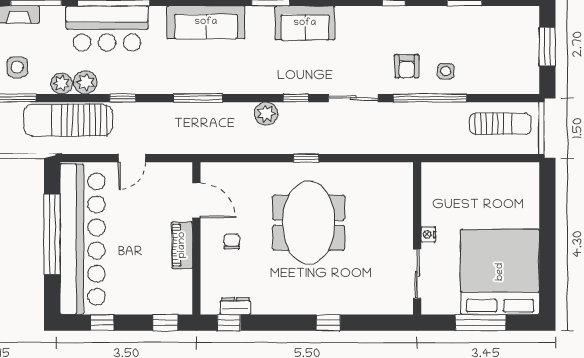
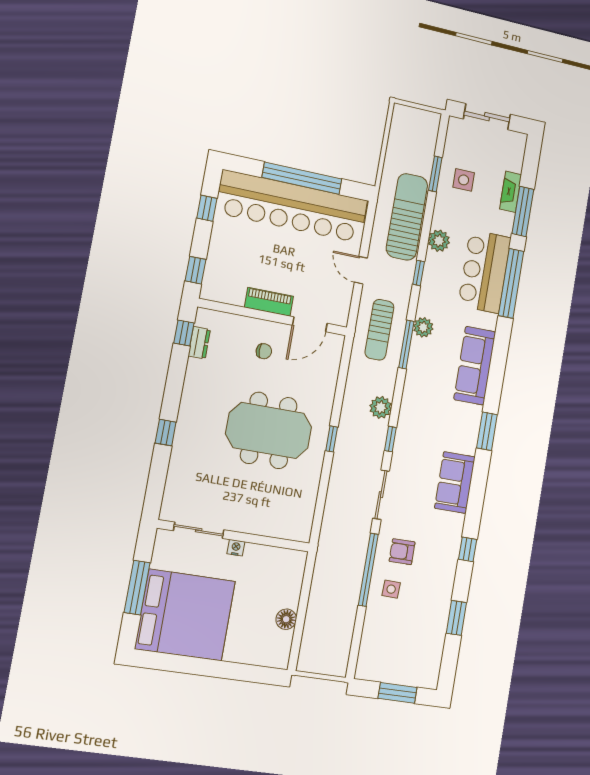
sofa: (305, 23) -> (455, 483), moved
plant: (62, 83) -> (423, 327), moved
sun lounger: (500, 124) -> (379, 330), moved
floor lamp: (490, 172) -> (286, 619), added

